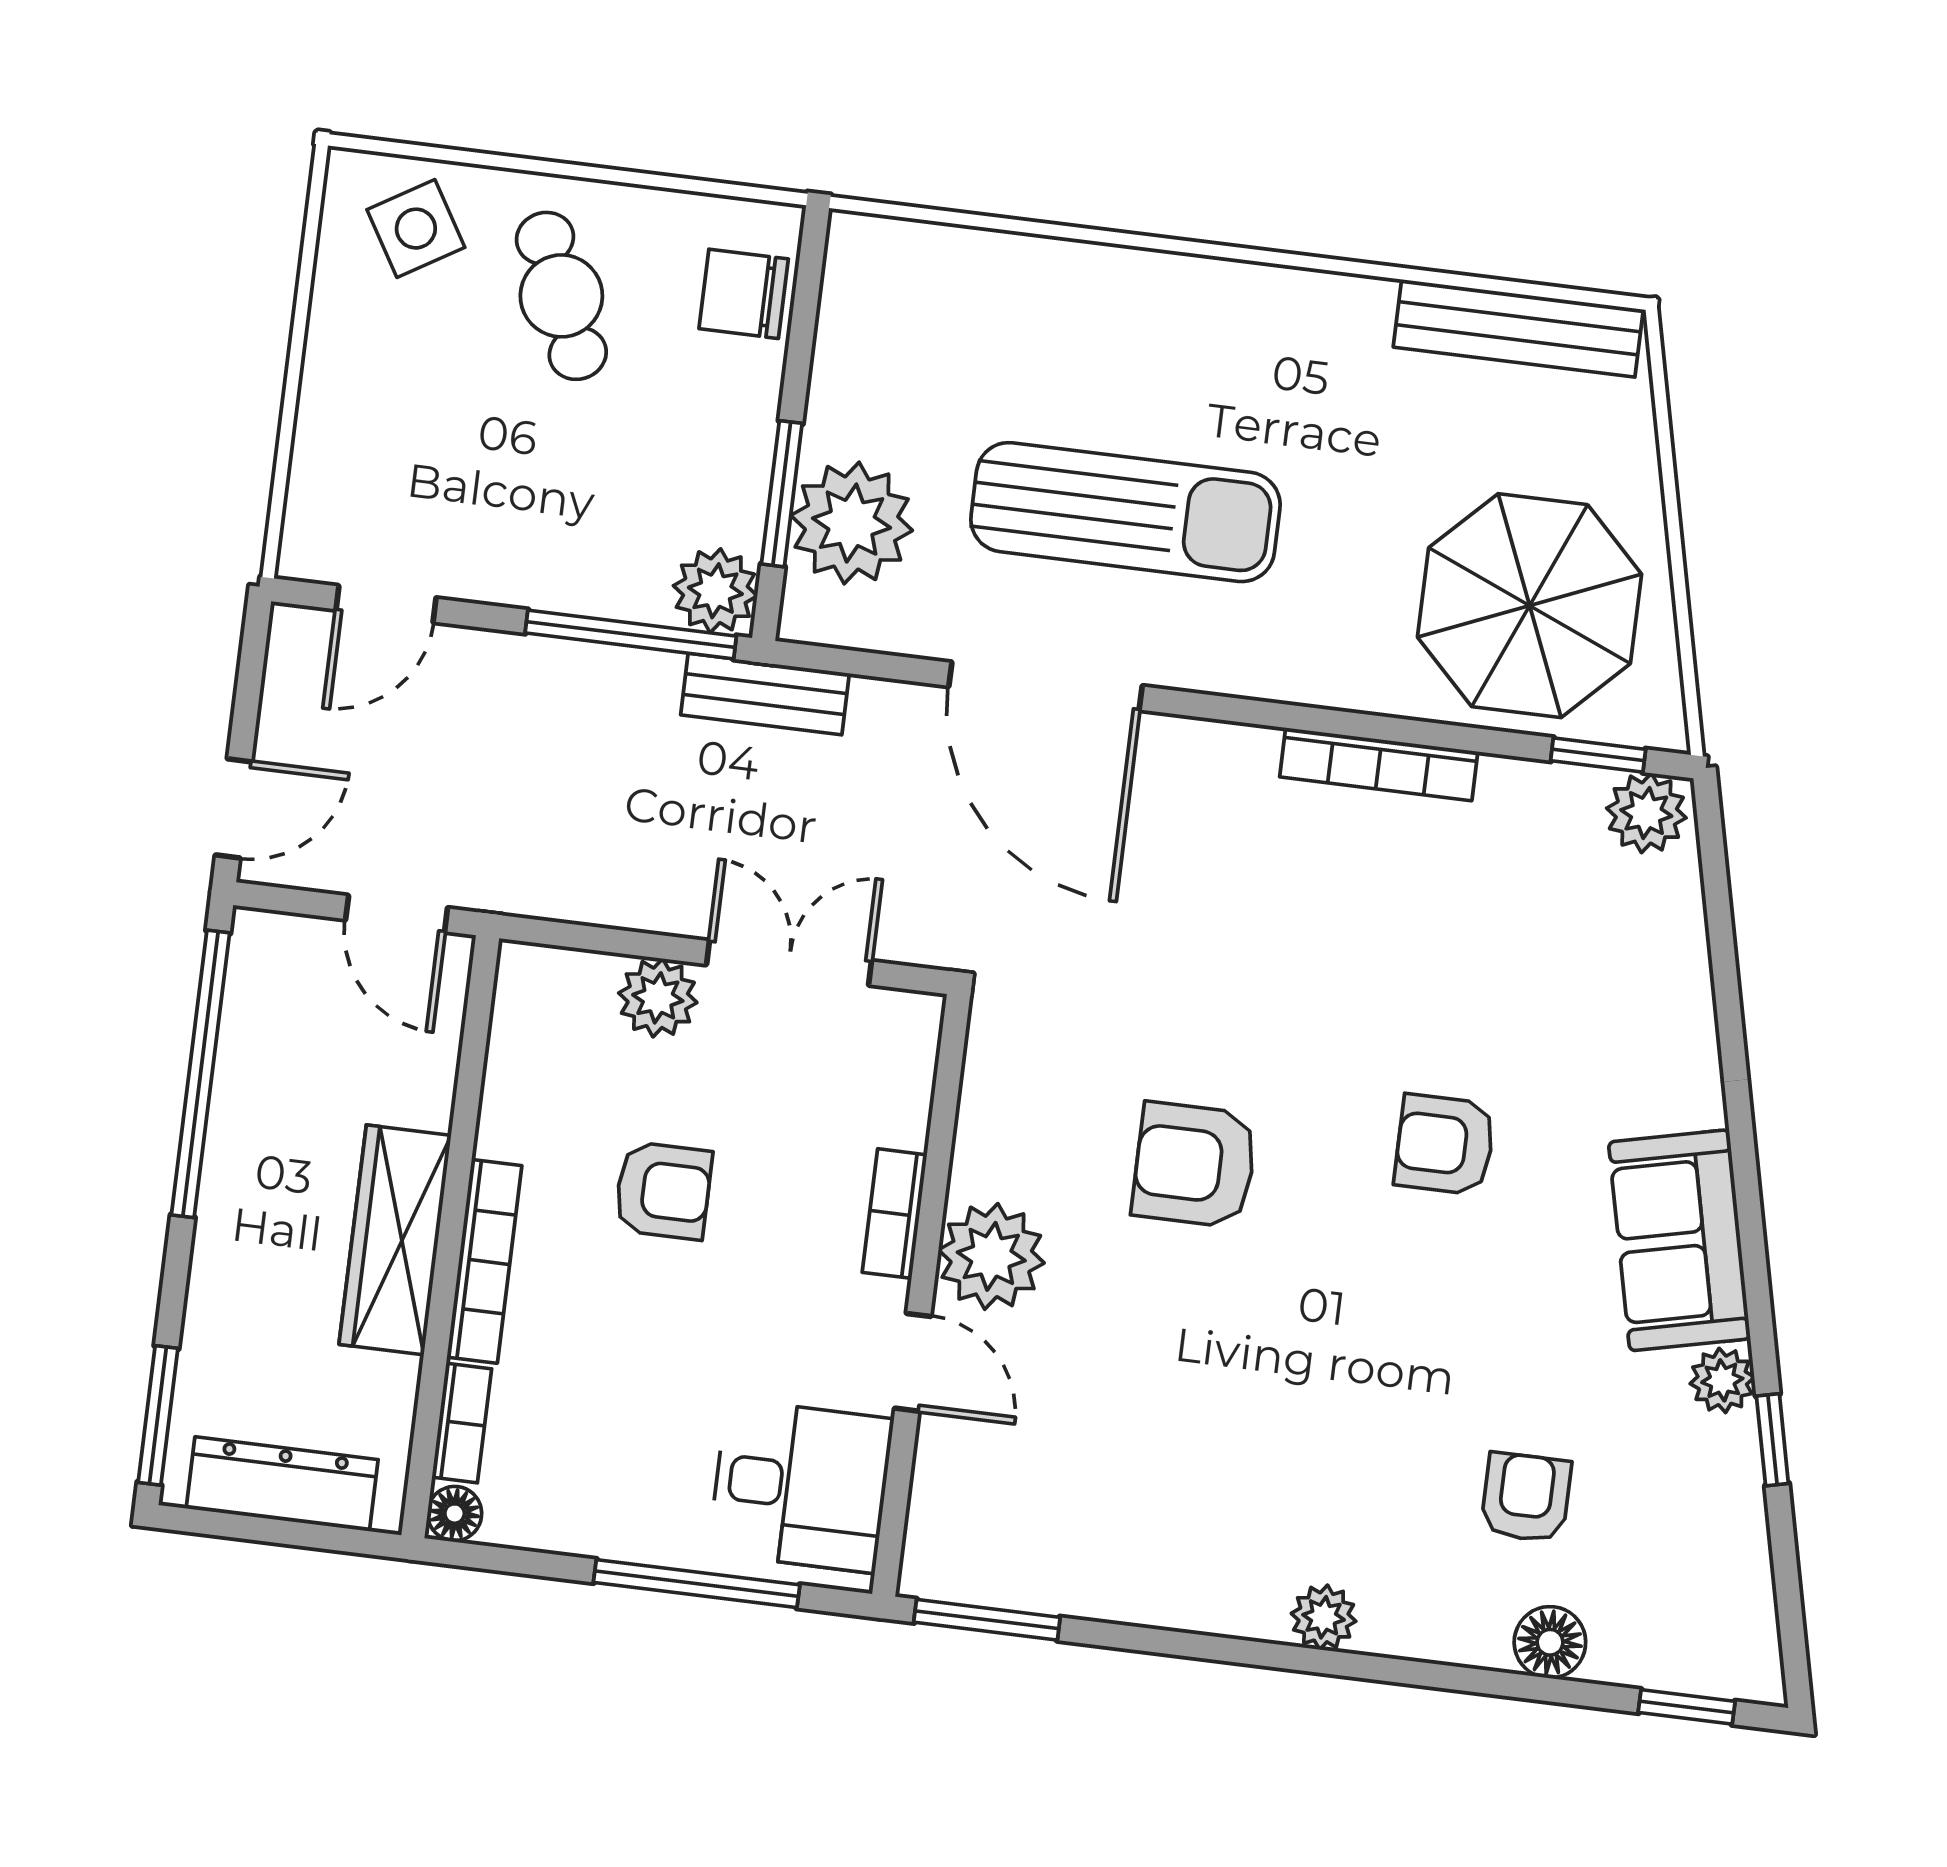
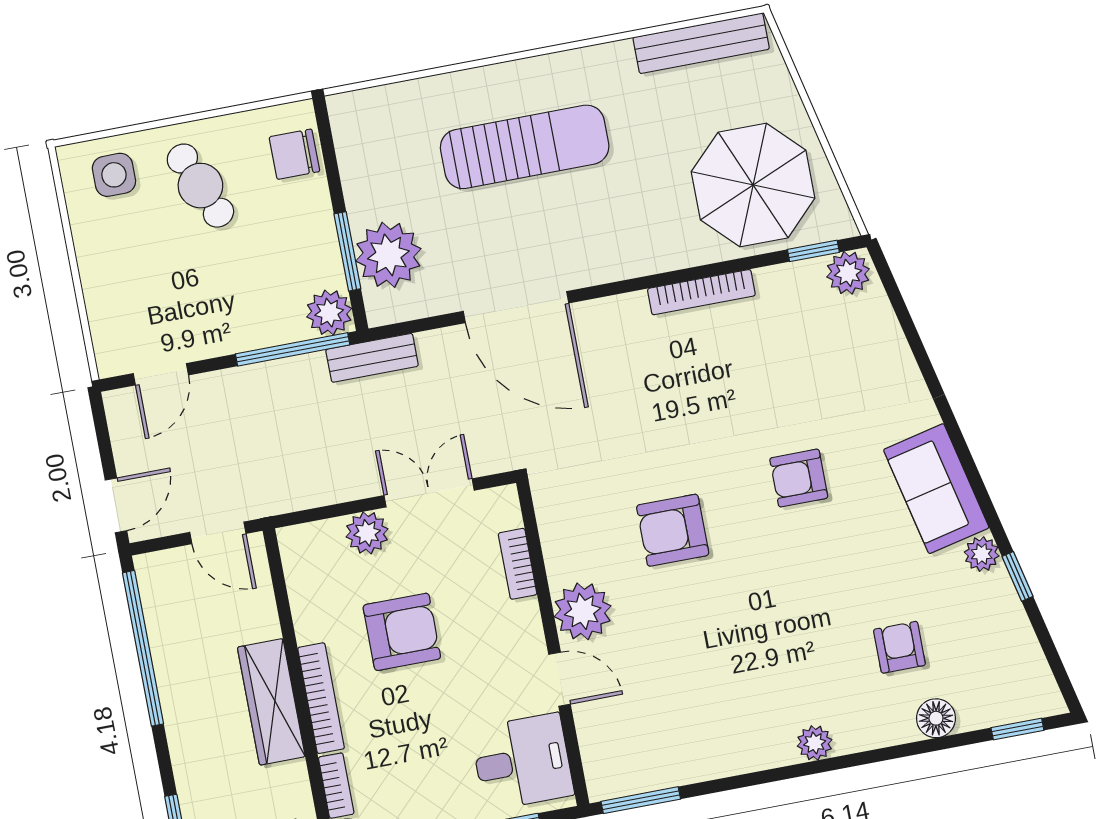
side table: (416, 229) -> (114, 175), turned 31
sun lounger: (1125, 512) -> (525, 147), moved
armchair: (663, 1191) -> (402, 632), width x1.38, depth x1.38
bookcase: (895, 1214) -> (518, 564), moved

